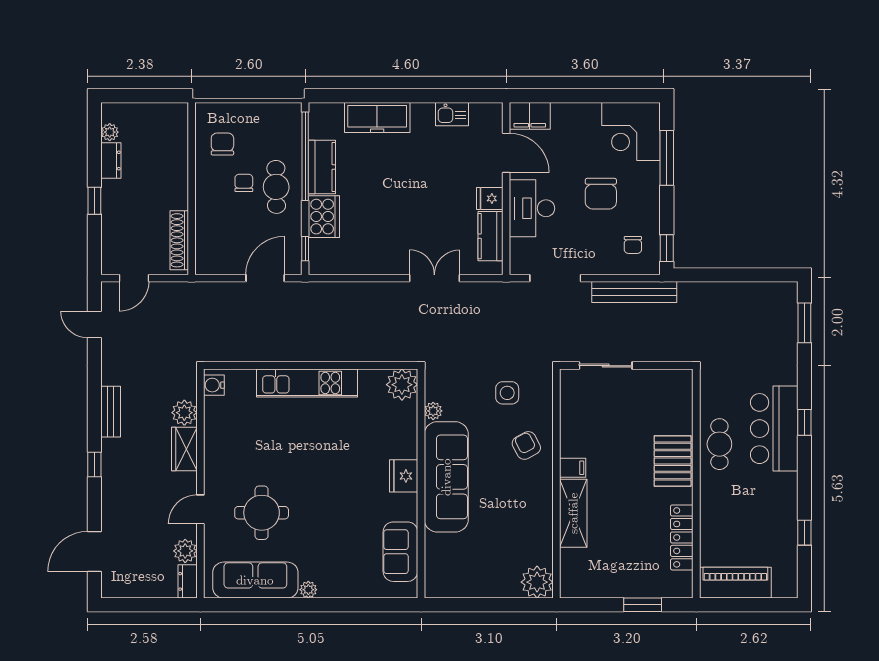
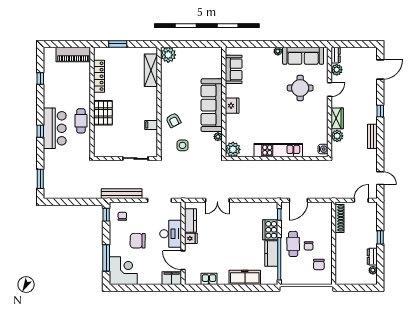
chair: (601, 194) -> (138, 241), turned -89
filing cabinet: (573, 468) -> (151, 125), moved
shelving: (573, 513) -> (151, 70), moved

